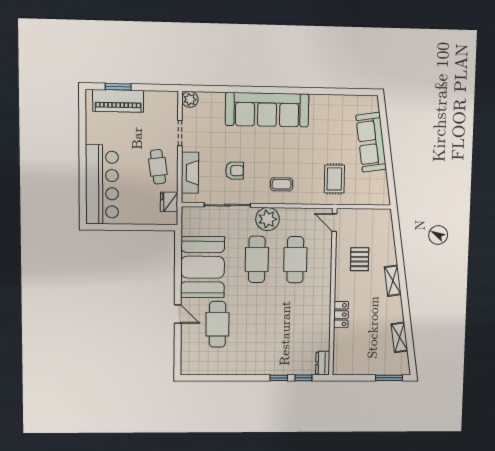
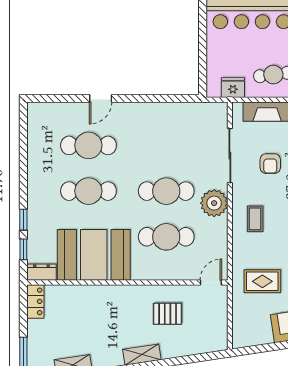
booth: (203, 267) -> (94, 255), moved
locker: (341, 315) -> (35, 301), moved, turned -90
cafe table: (256, 324) -> (88, 191), added

